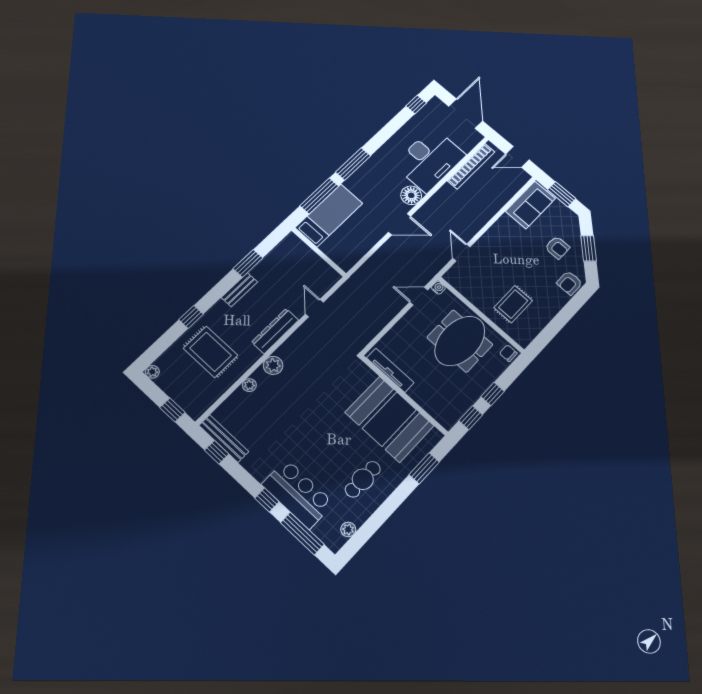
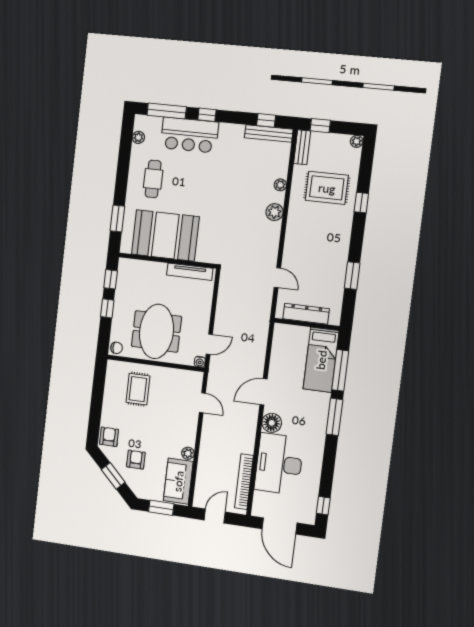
plant: (505, 221) -> (188, 453), added
armchair: (557, 248) -> (136, 460), turned 90
bench: (239, 290) -> (302, 147), moved
dresser: (275, 331) -> (306, 314), moved, turned -90

